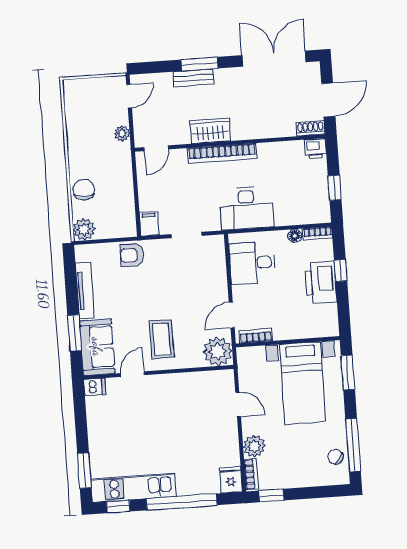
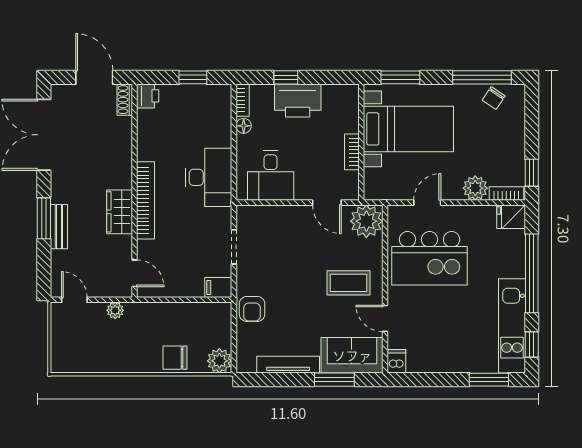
bookcase: (256, 336) -> (352, 152), moved
kitchen island: (189, 410) -> (430, 258), added

